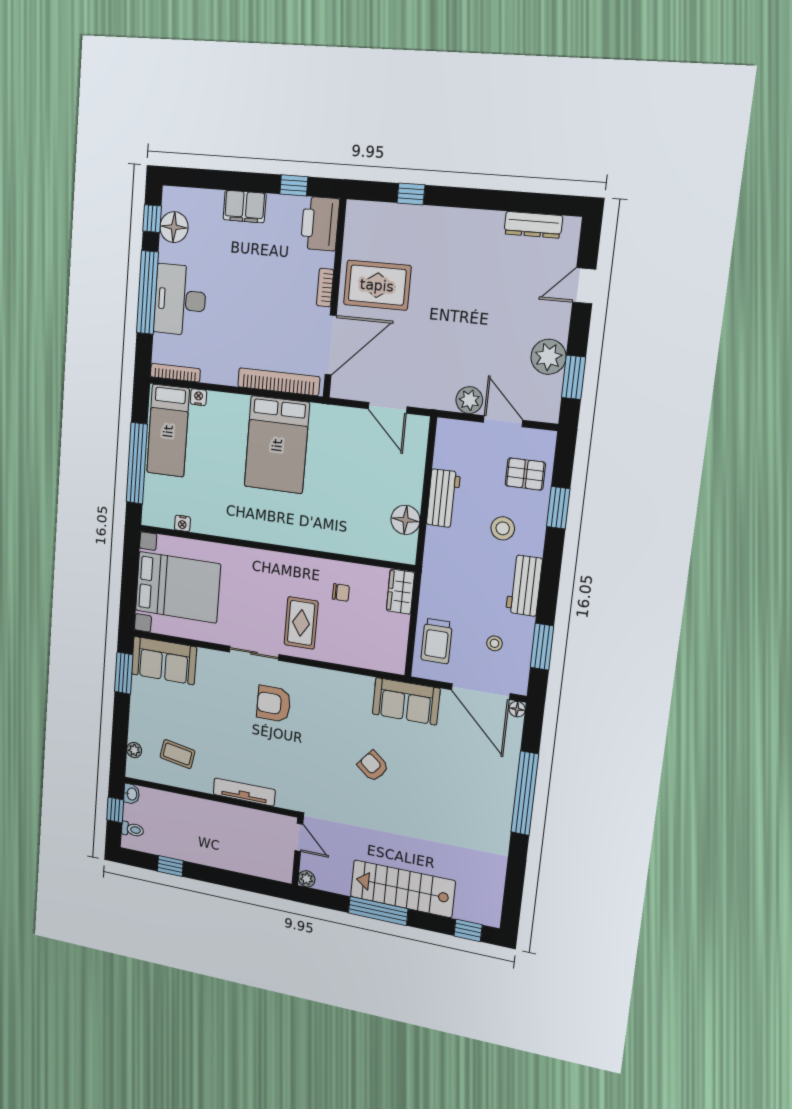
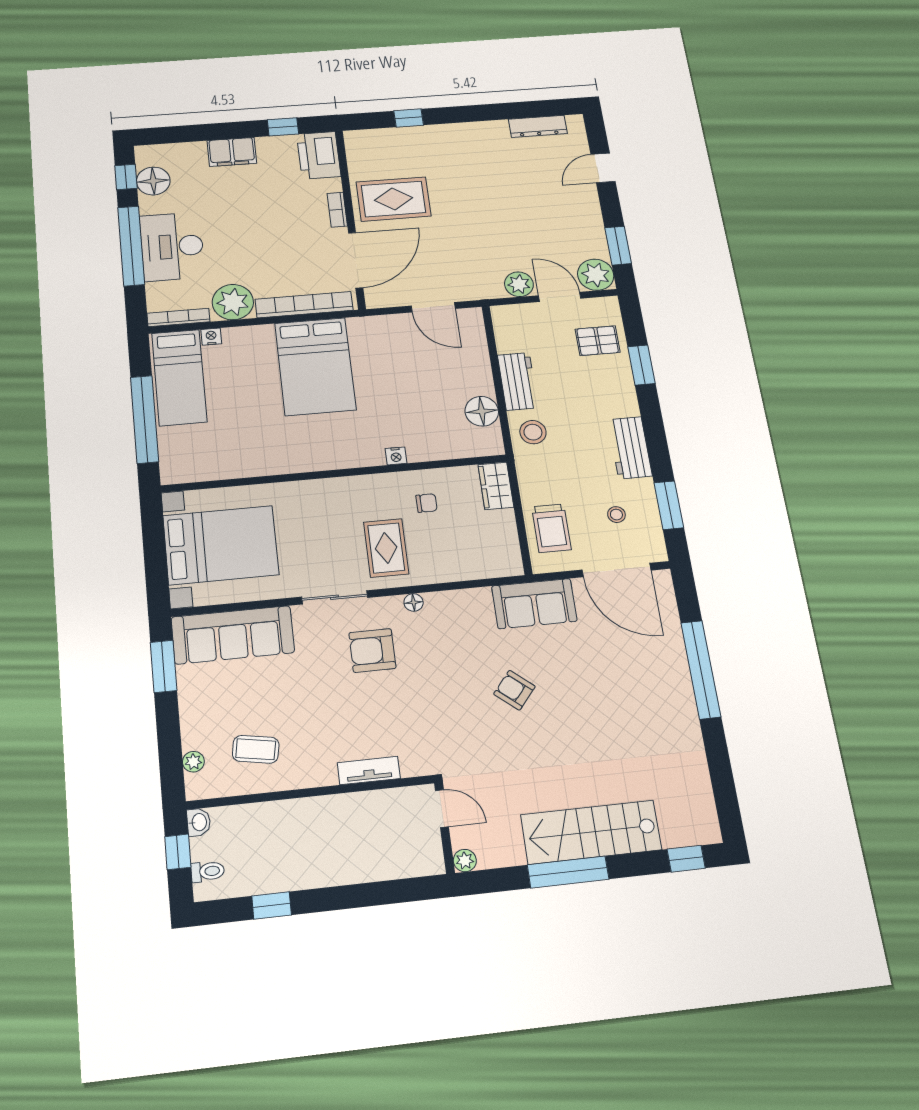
plant: (548, 357) -> (596, 275), moved
plant: (221, 367) -> (233, 302), added
nightstand: (182, 523) -> (396, 456), moved
stool: (503, 528) -> (533, 432), moved
sofa: (164, 661) -> (233, 635), width x1.36
floor lamp: (517, 709) -> (414, 602), moved
tv unit: (244, 792) -> (369, 771), width x0.71

